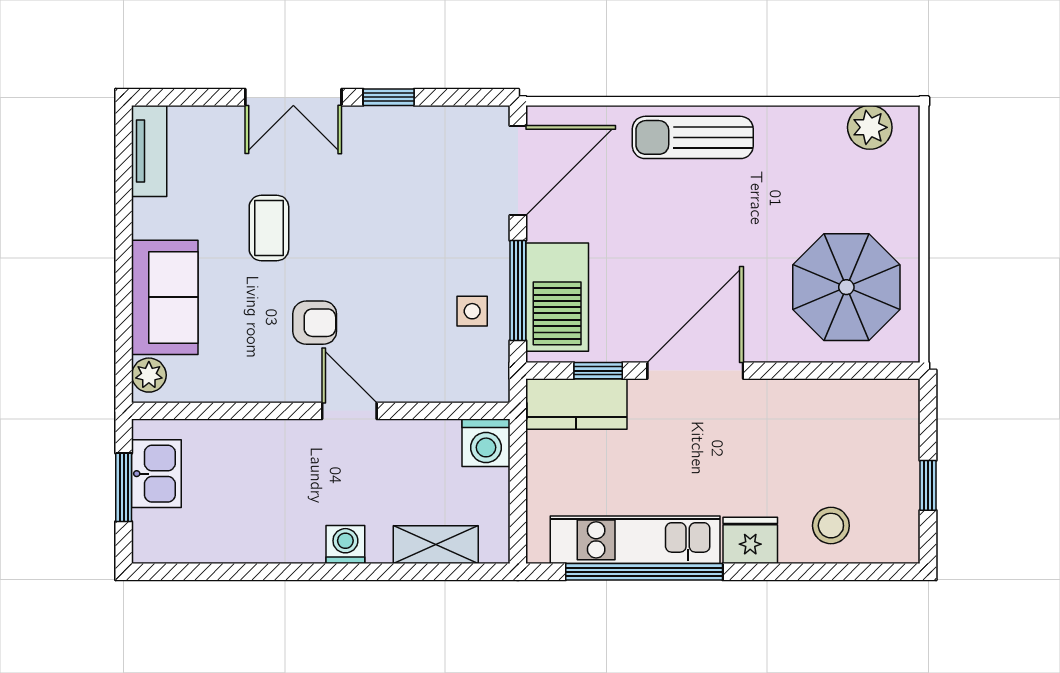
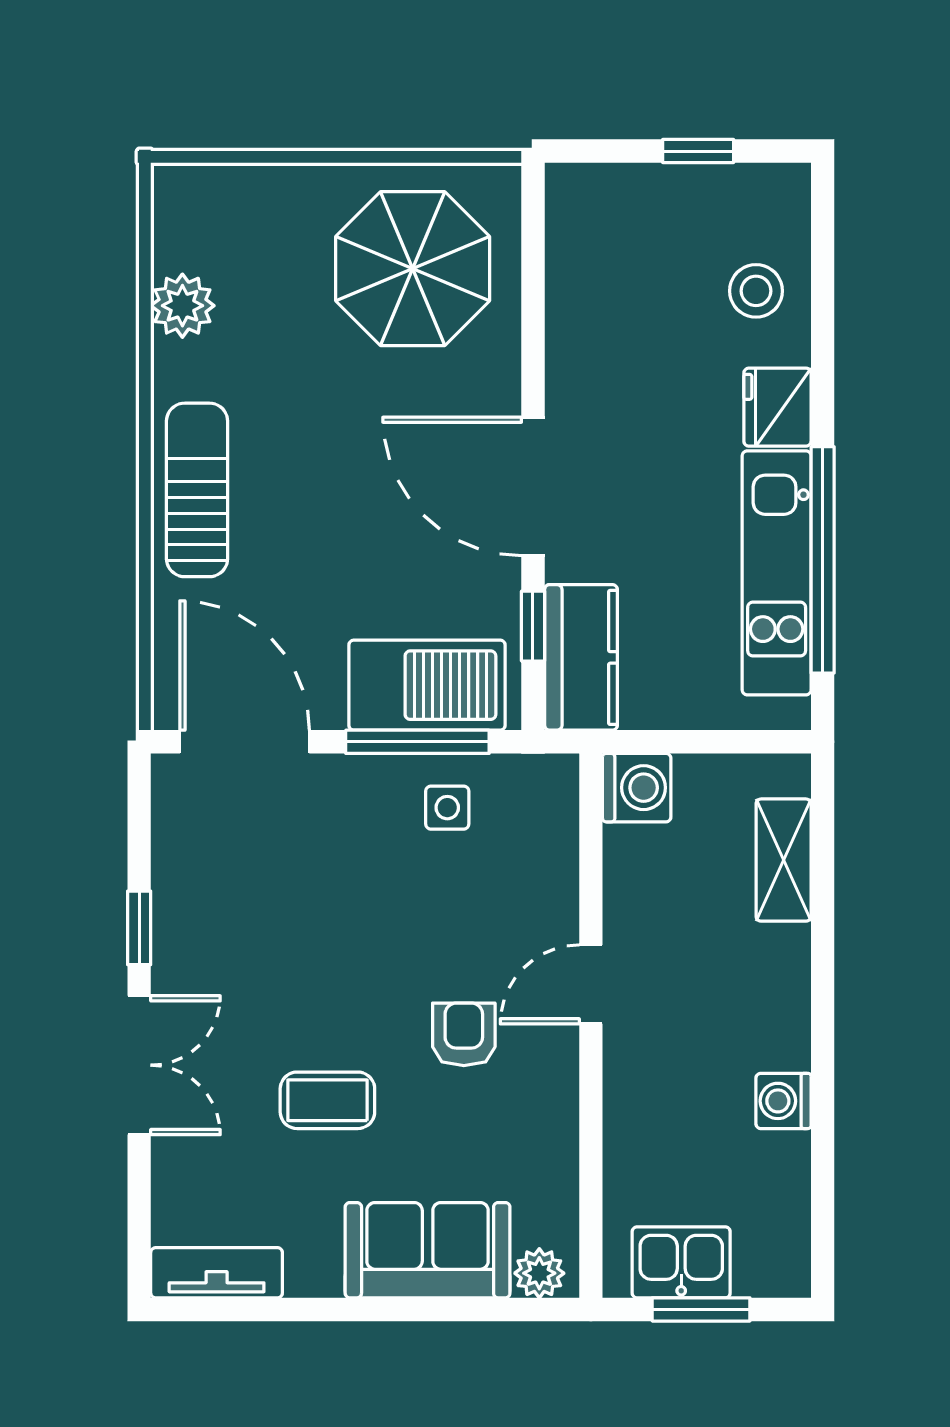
plant: (870, 127) -> (182, 306), moved
sun lounger: (693, 137) -> (197, 490), turned 180
washing machine: (345, 545) -> (783, 1101), moved

